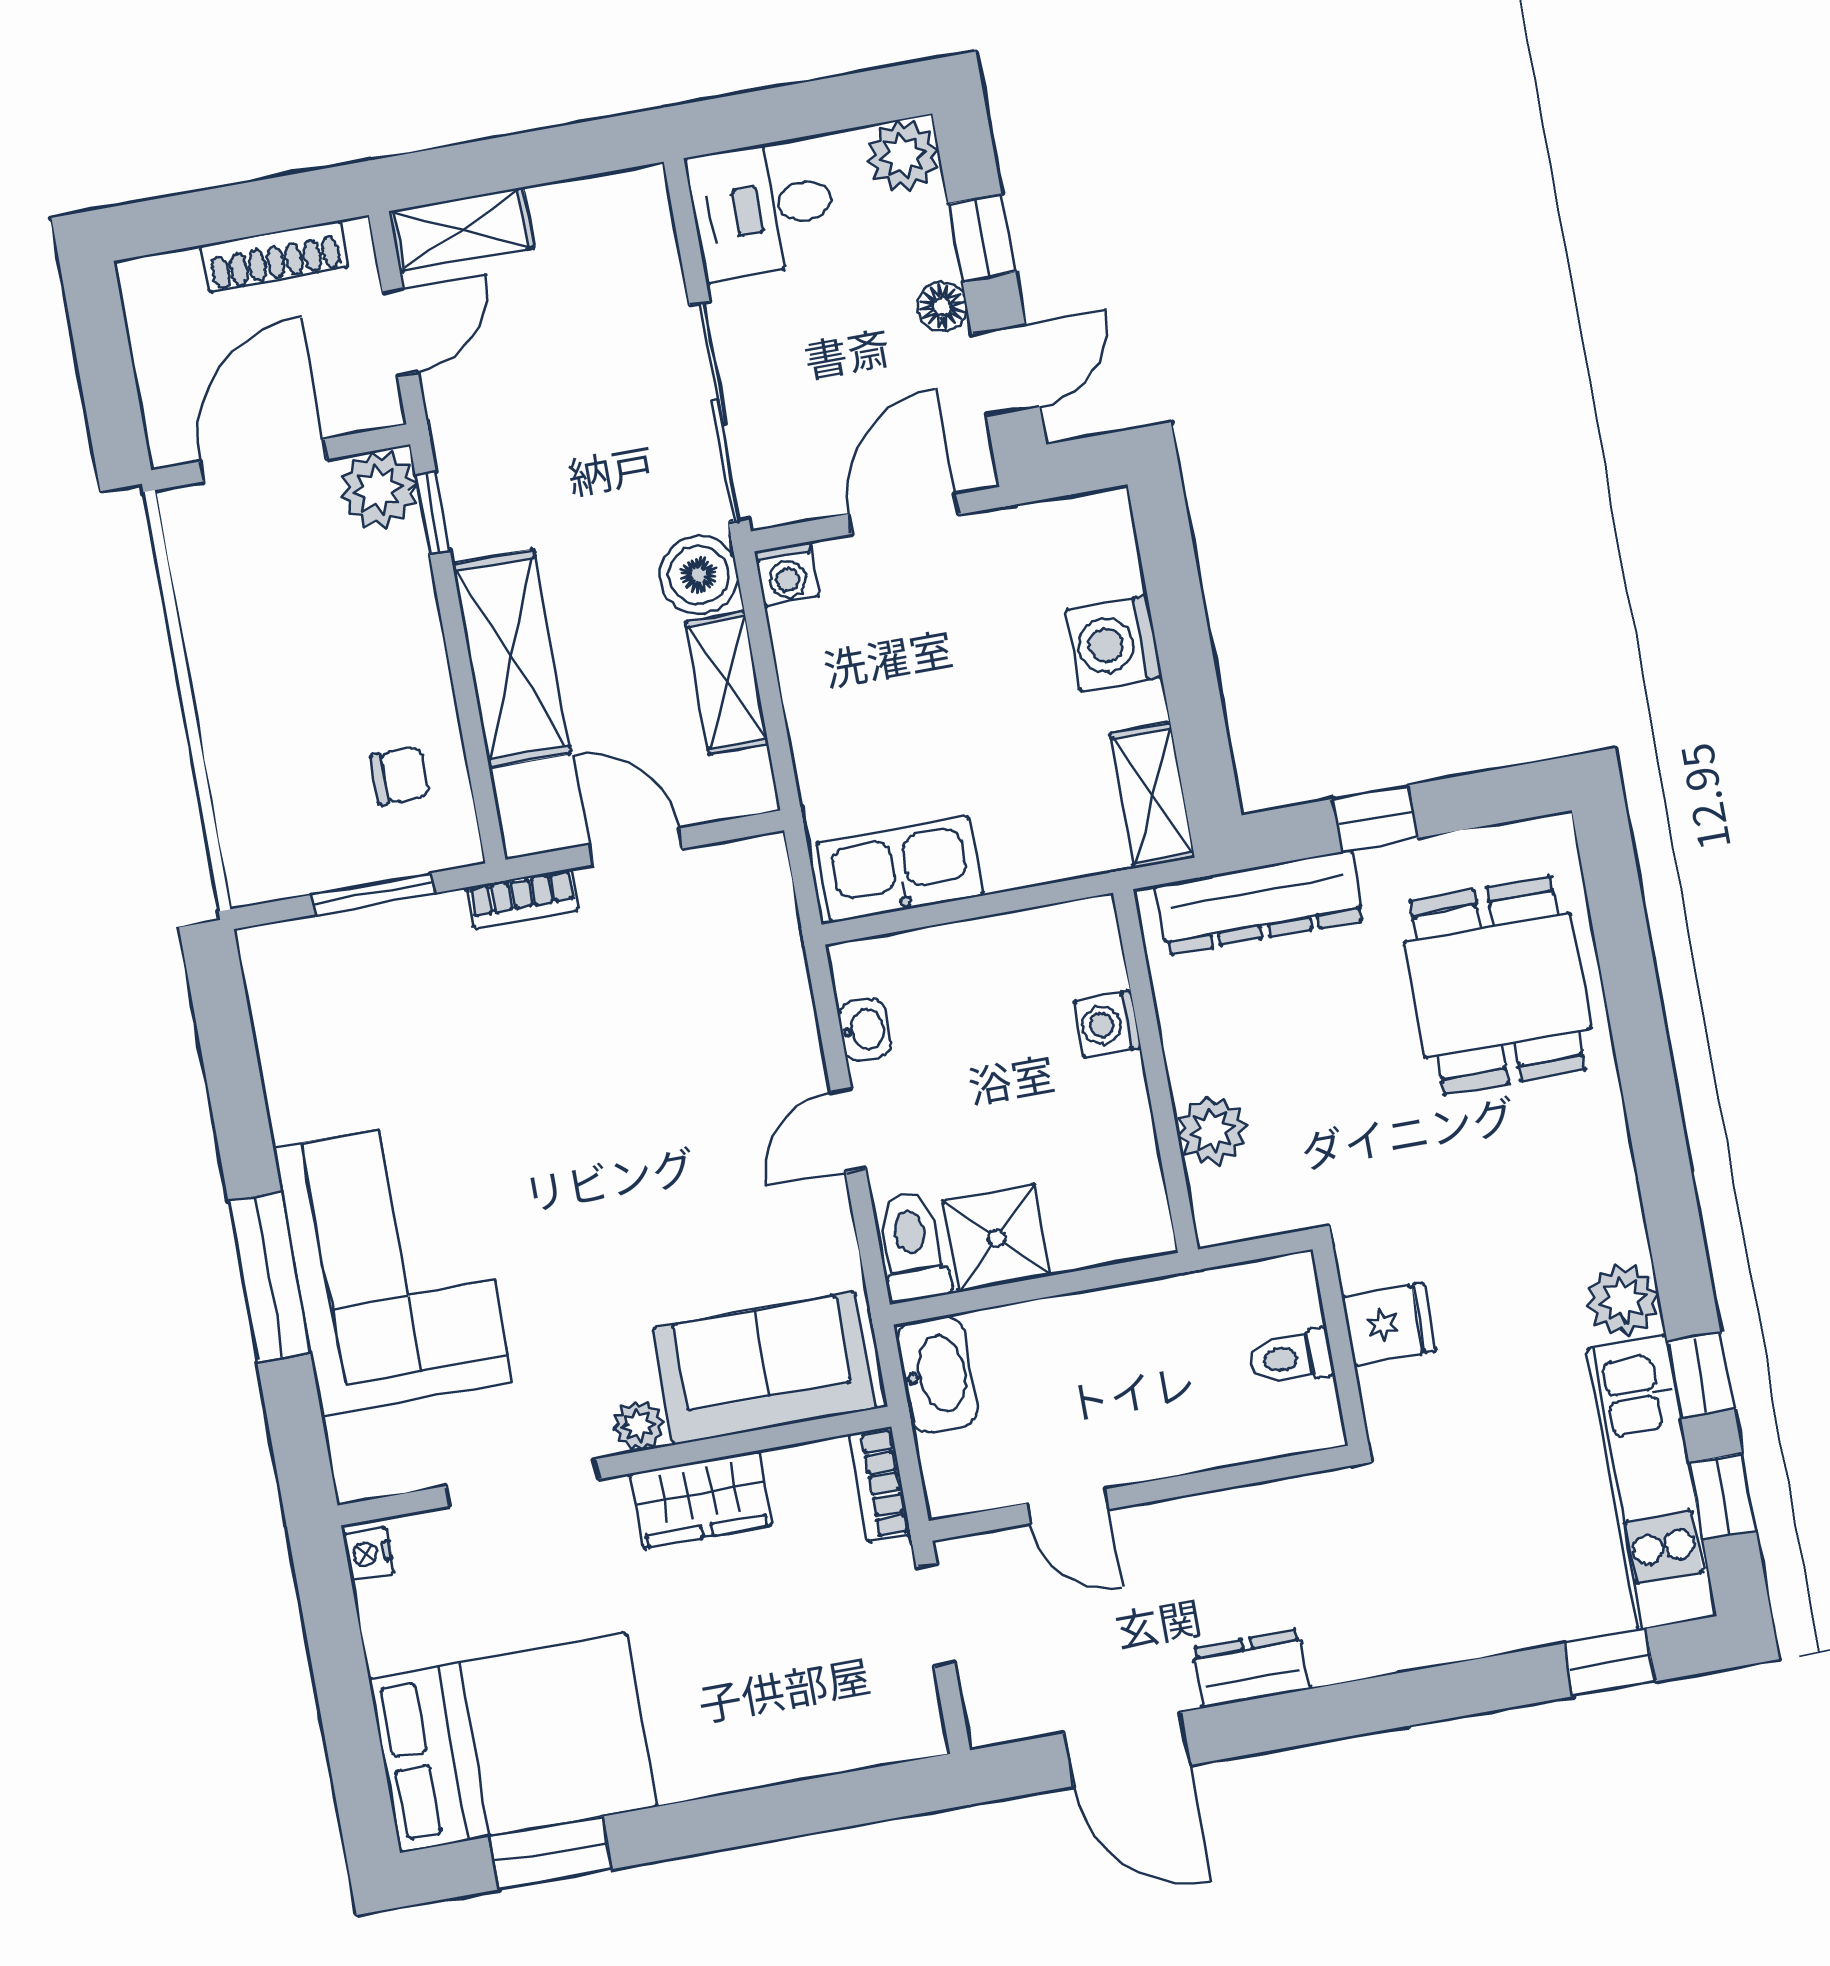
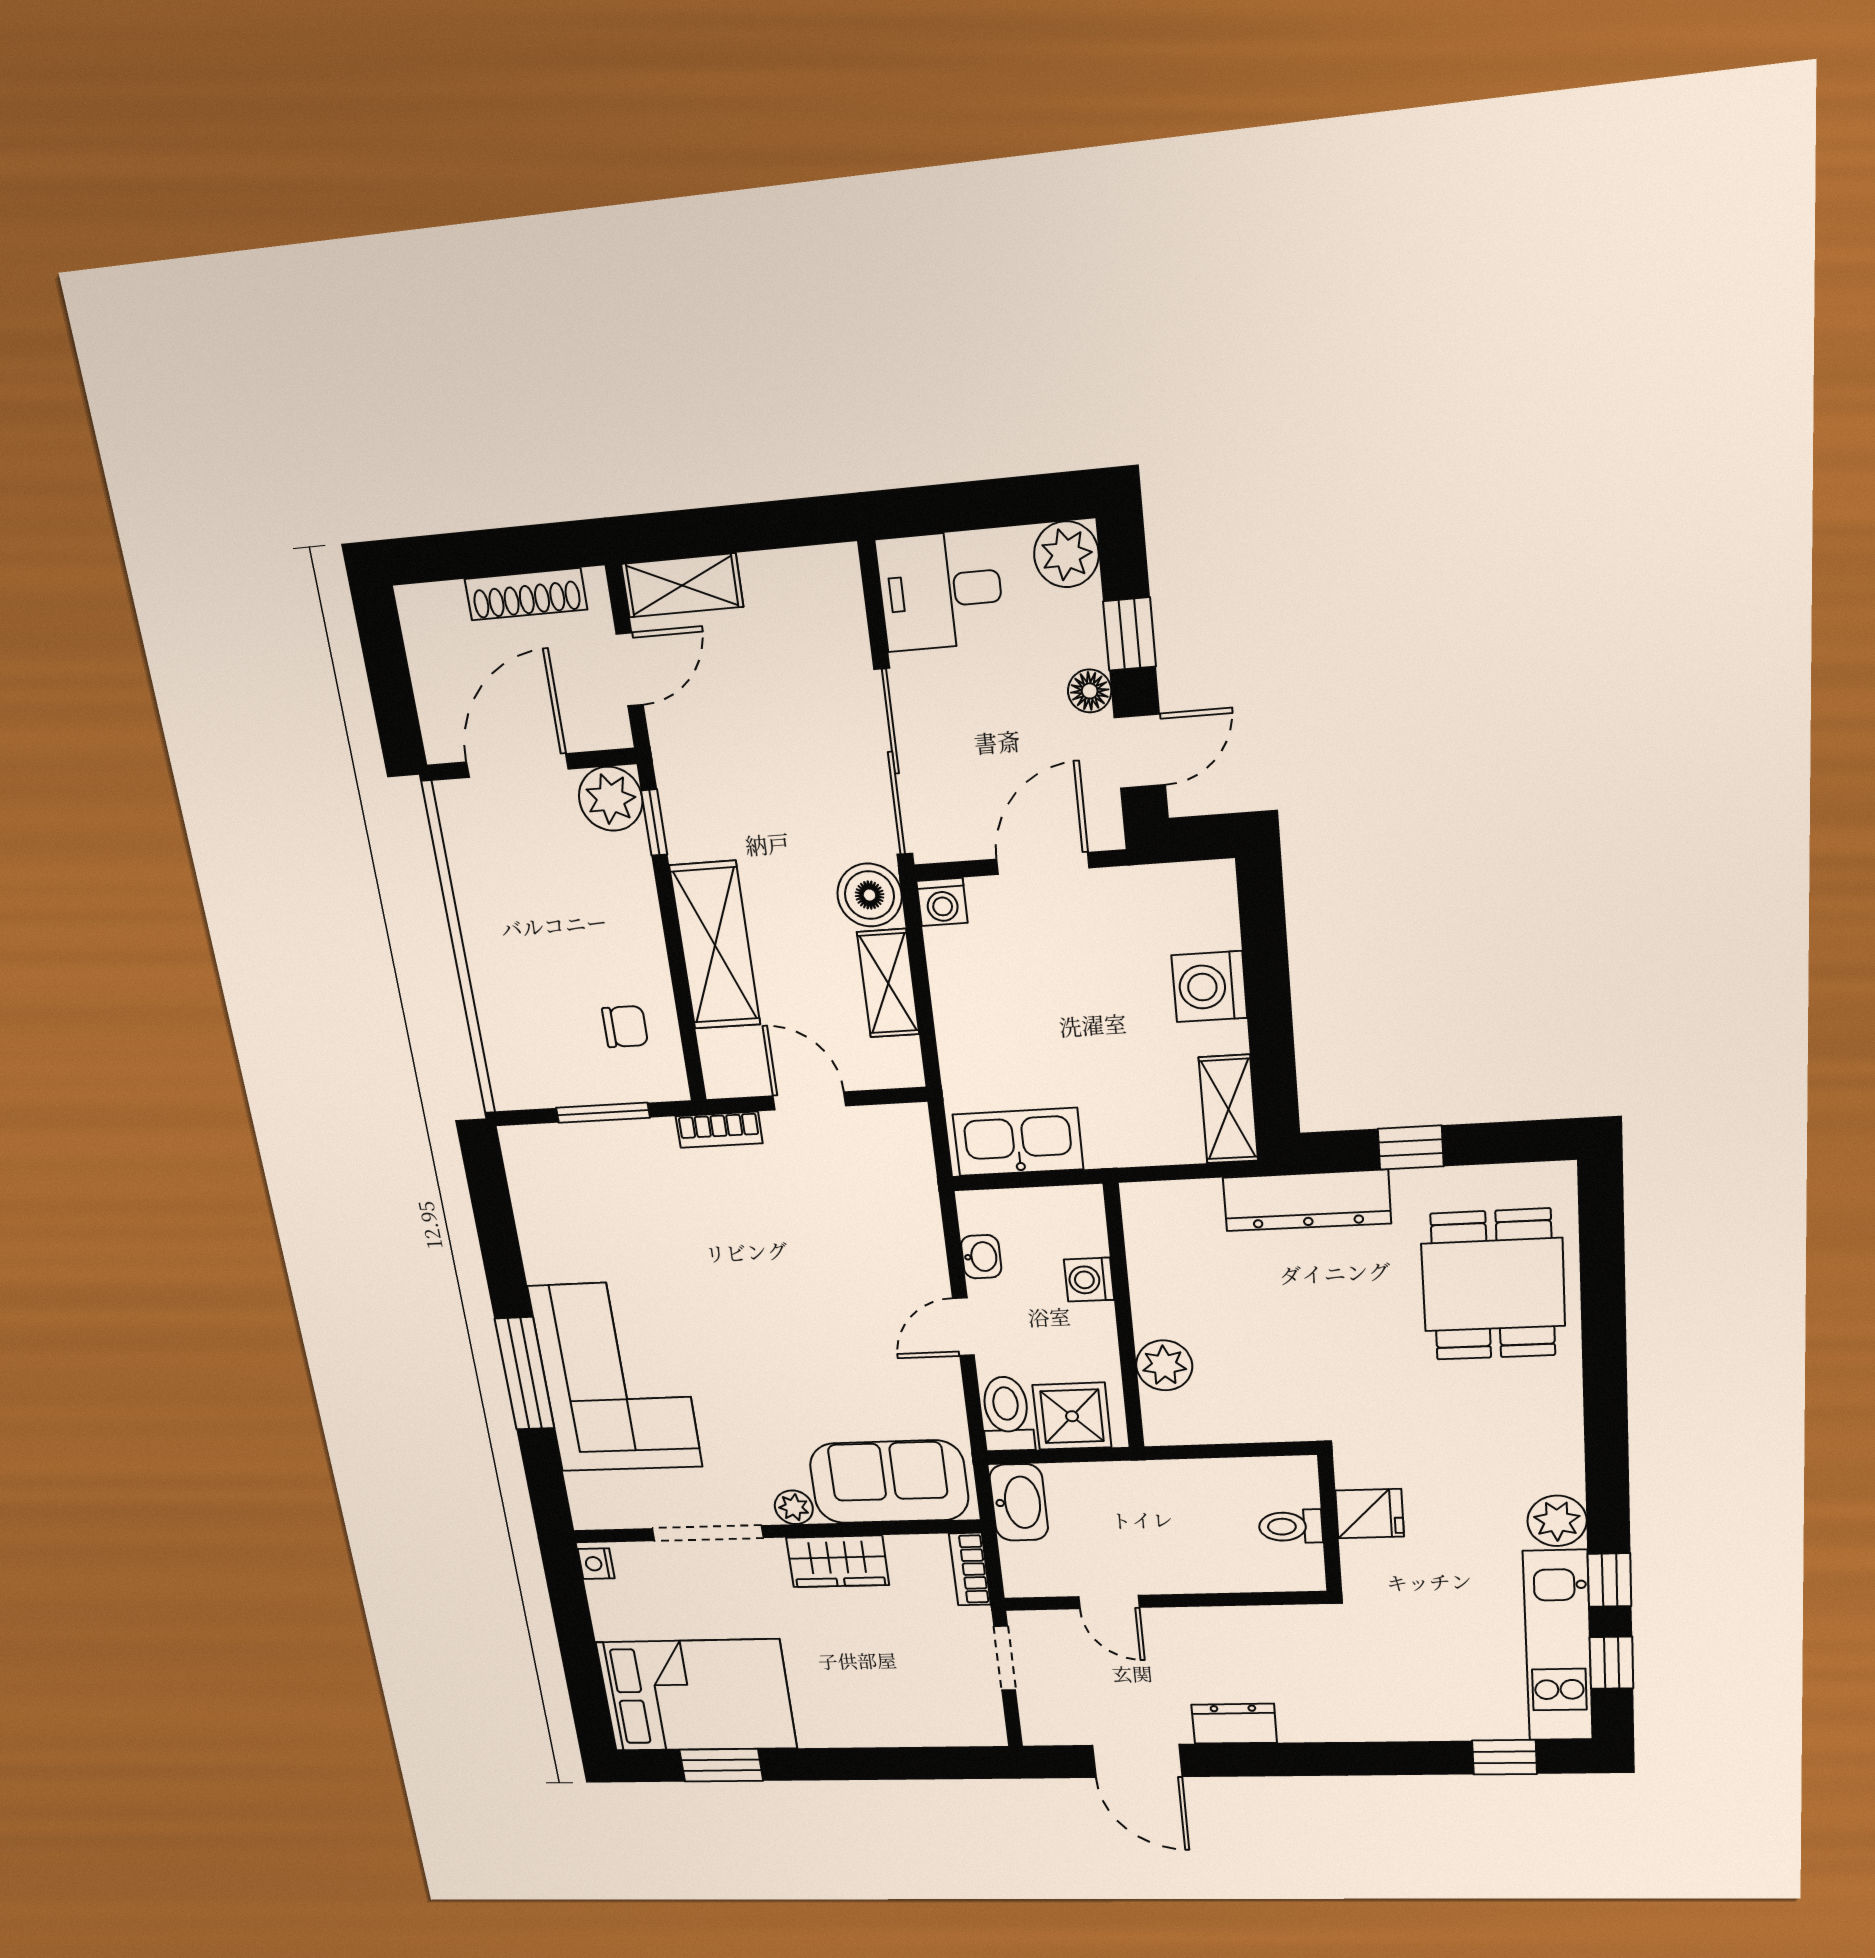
washing machine: (1107, 1024) -> (1089, 1280), moved
wall: (1155, 1071) -> (1124, 1318), moved
plant: (1212, 1131) -> (1164, 1365), moved

